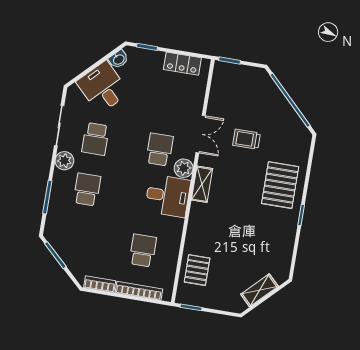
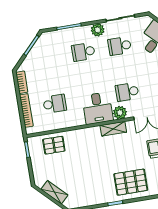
school desk: (159, 150) -> (127, 92), turned 180
school desk: (87, 189) -> (83, 52), turned 180

